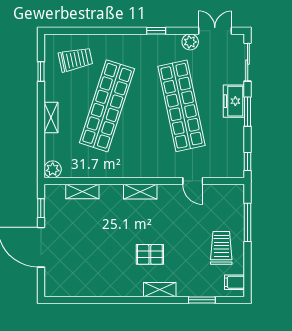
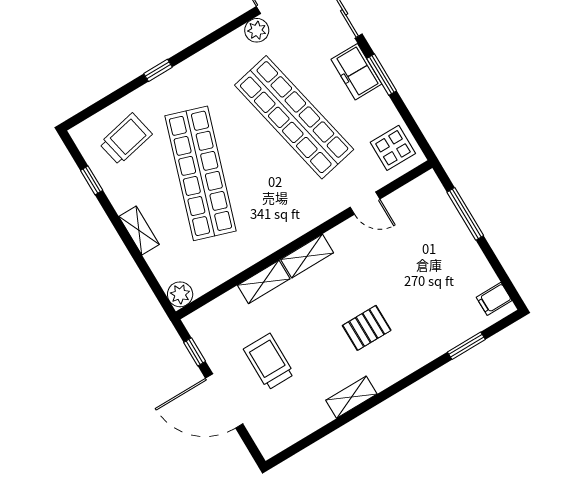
window: (156, 31) -> (158, 70), moved
display table: (228, 158) -> (393, 148), added
window: (248, 161) -> (419, 137), removed
shelving: (82, 192) -> (264, 282), moved
trolley: (221, 248) -> (269, 362), moved
shelving: (160, 290) -> (351, 397), moved

